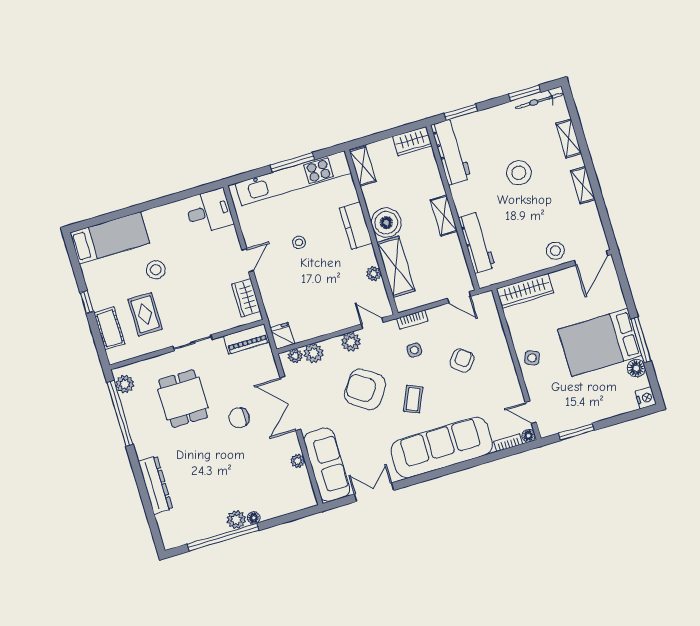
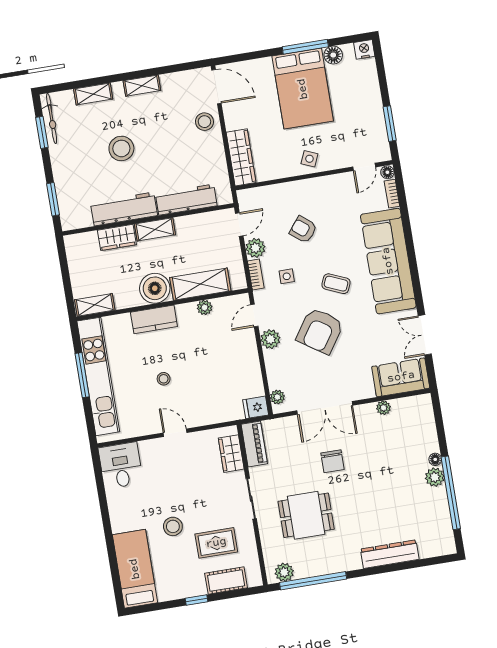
wardrobe: (412, 141) -> (117, 237), moved, turned 90
workbench: (451, 152) -> (124, 209), moved
wardrobe: (246, 298) -> (231, 454), moved, turned 90
plant: (314, 353) -> (255, 248), moved
sofa: (327, 465) -> (401, 377), width x0.73

